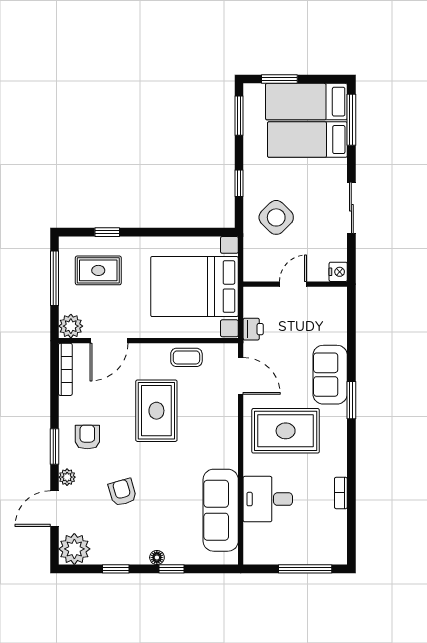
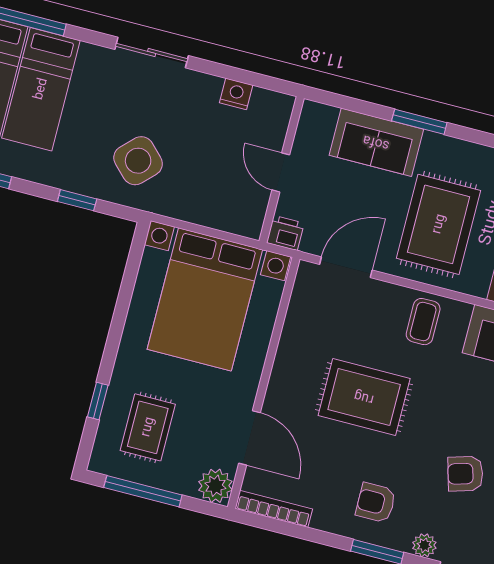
door: (293, 284) -> (281, 172), moved
wall: (295, 284) -> (282, 170), moved
coffee table: (186, 357) -> (423, 322), moved

